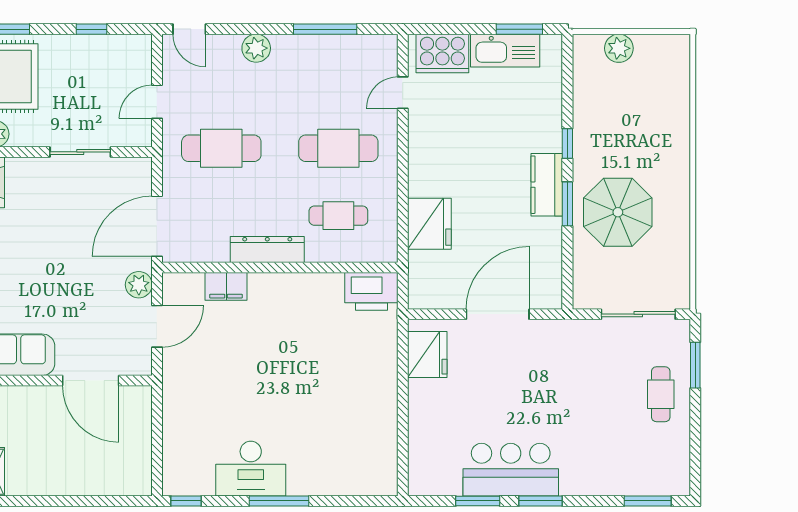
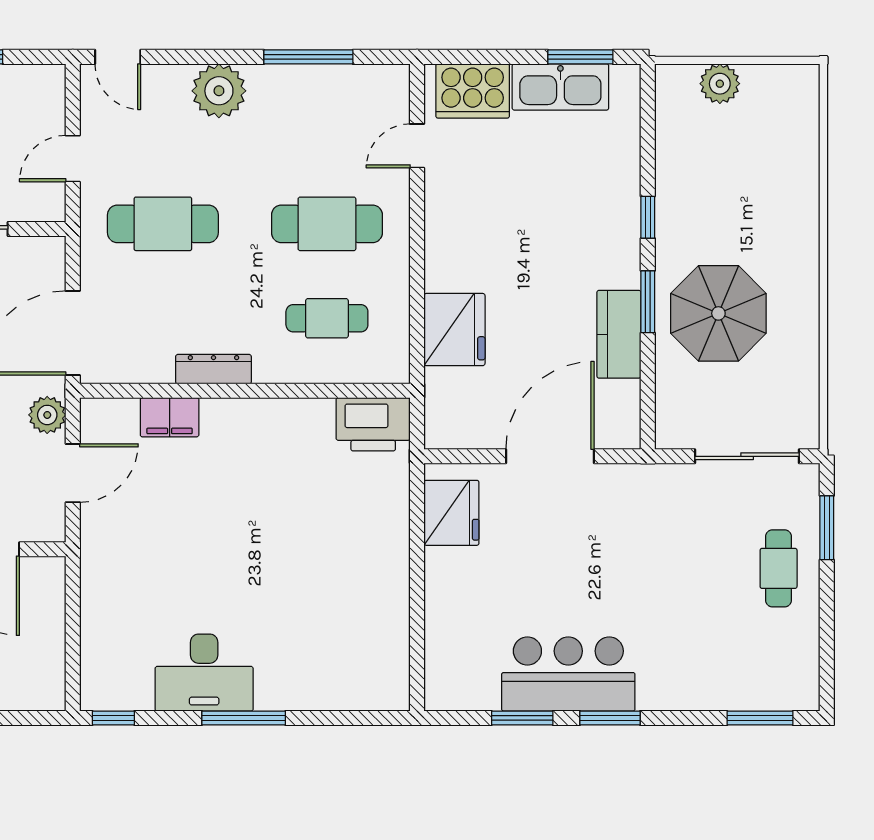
plant: (256, 48) -> (219, 91), width x1.36, depth x1.36
kitchen counter: (547, 185) -> (619, 334), moved
dresser: (267, 249) -> (213, 369), width x0.73, depth x0.80

